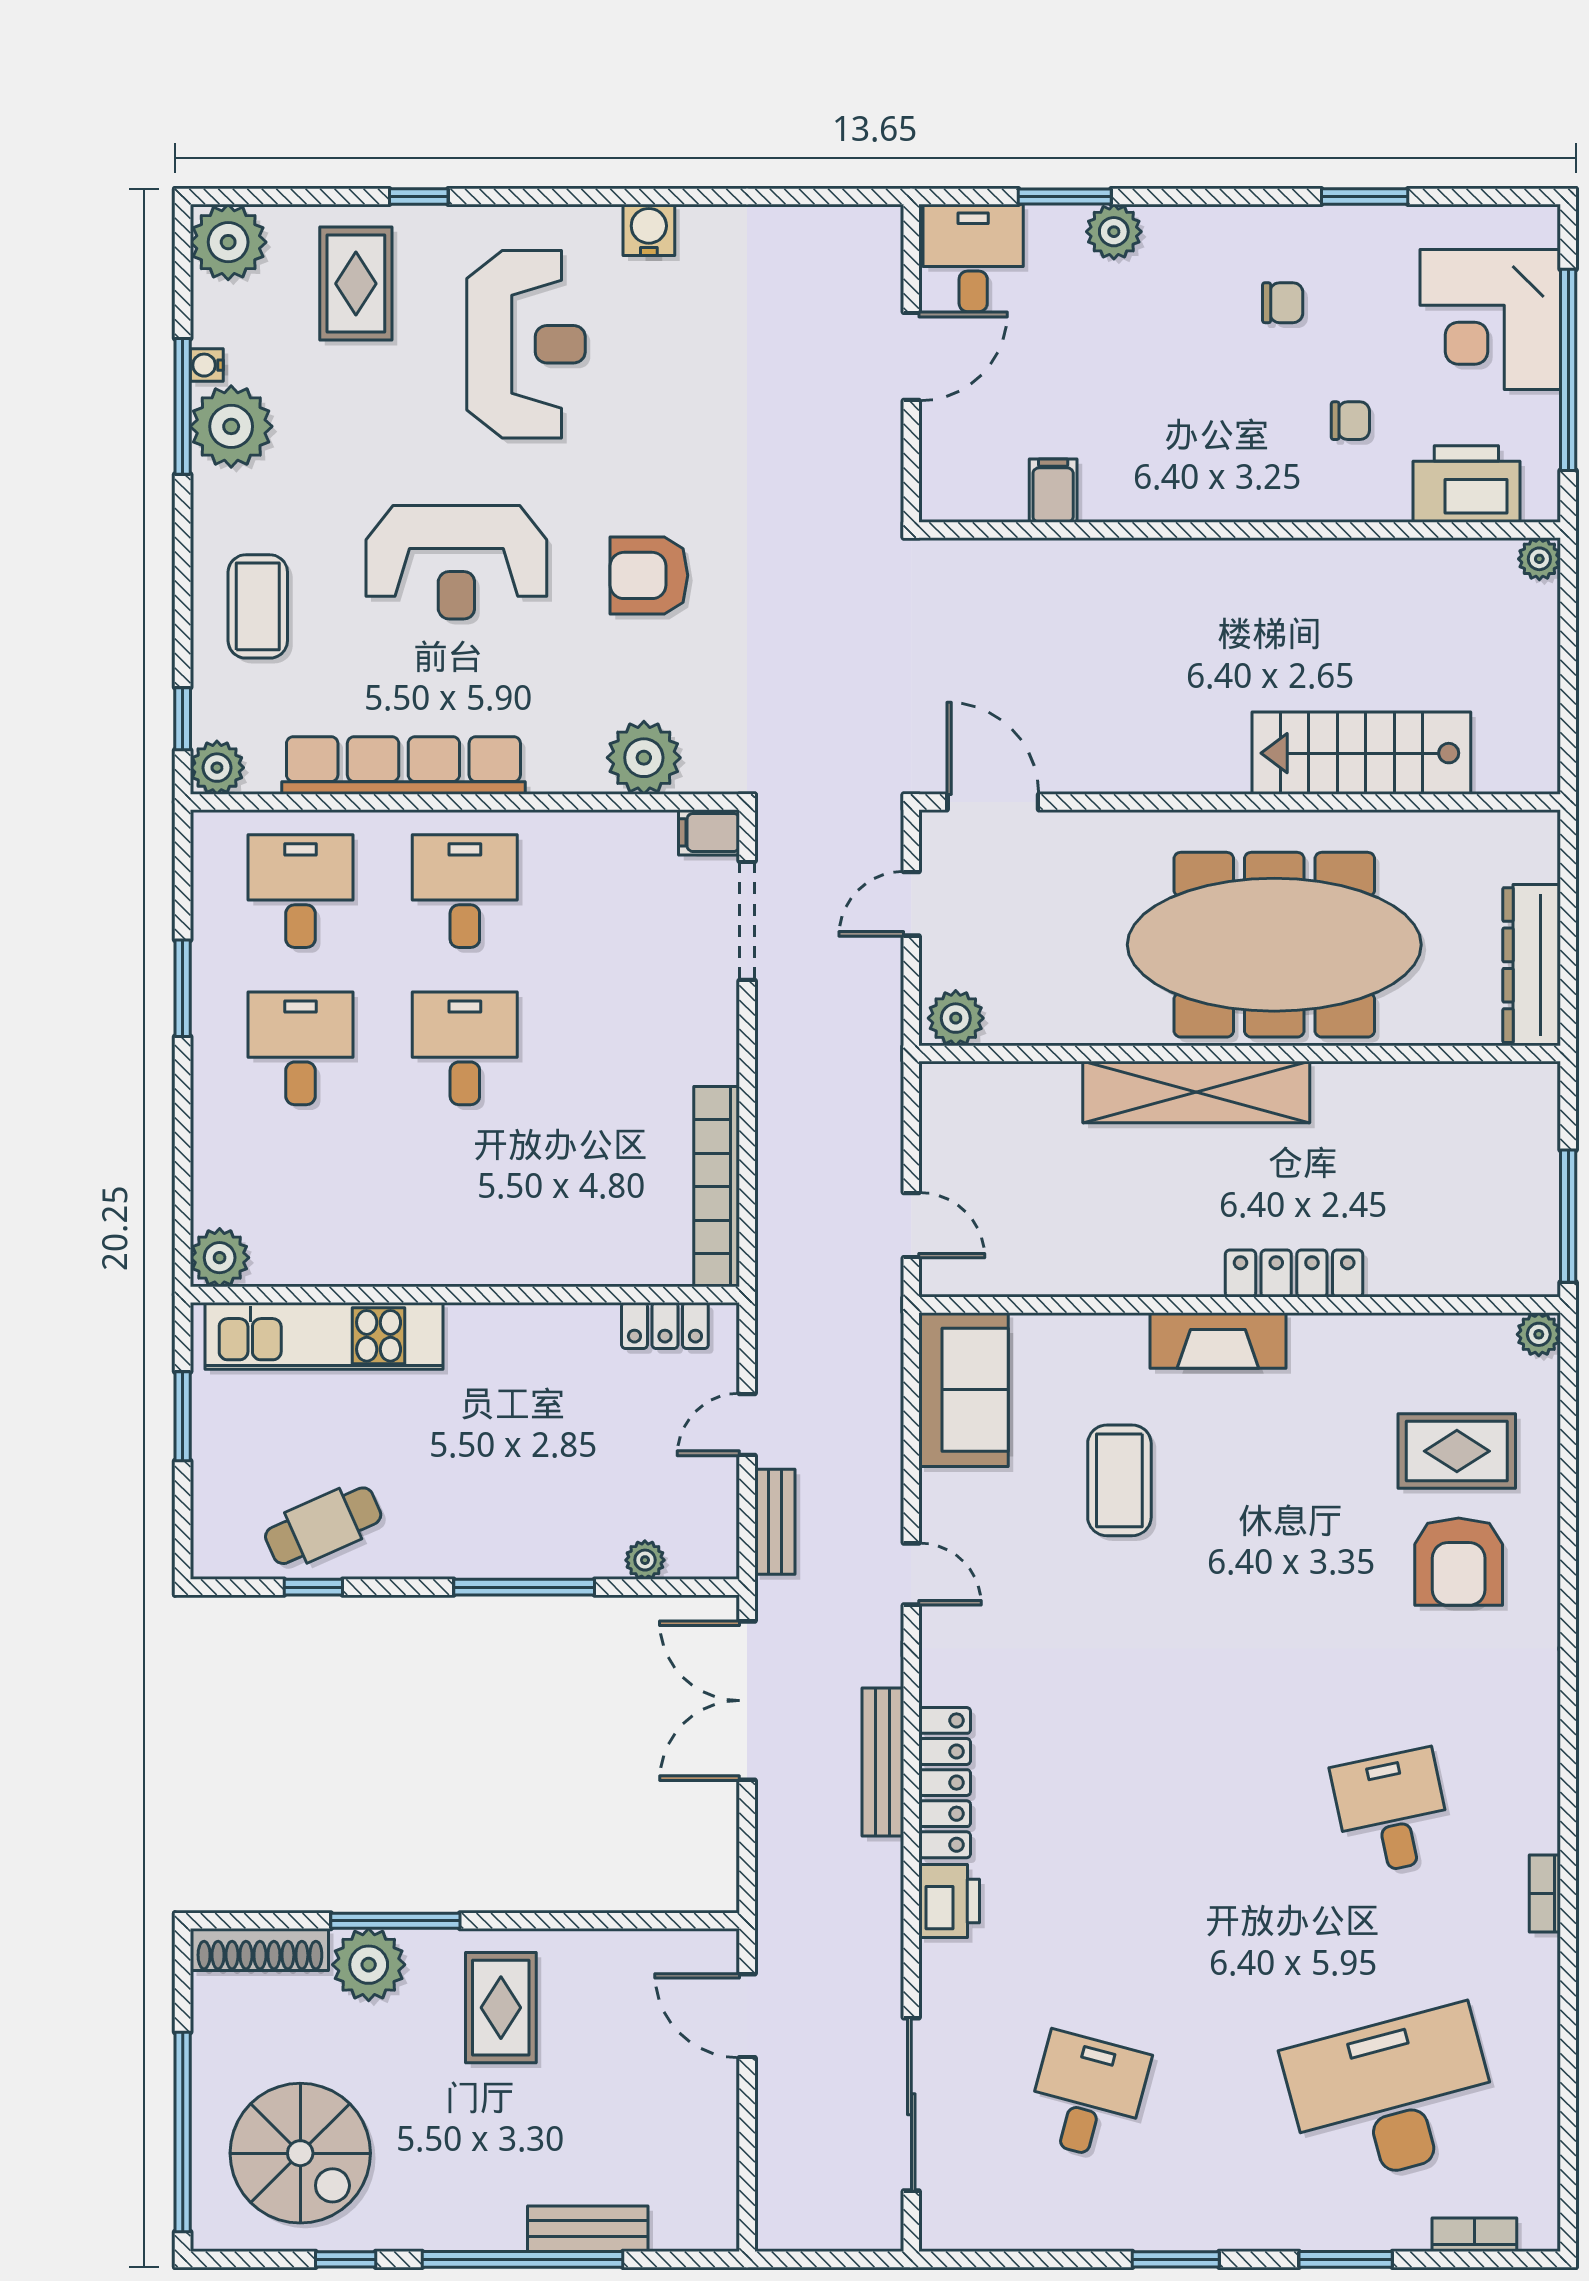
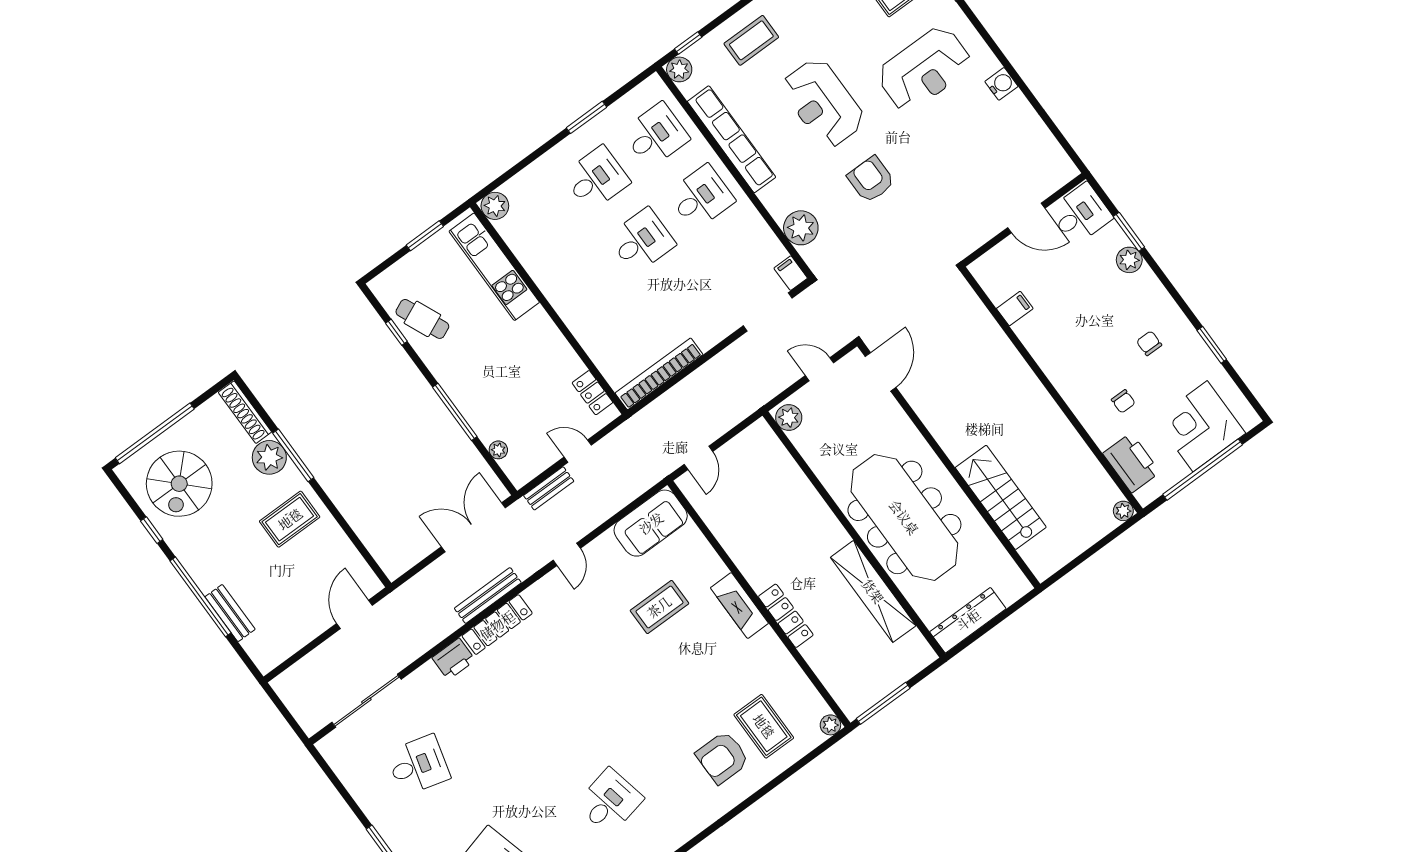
chair: (1283, 303) -> (1149, 343), turned 180
shelving: (1196, 1092) -> (873, 591), moved

